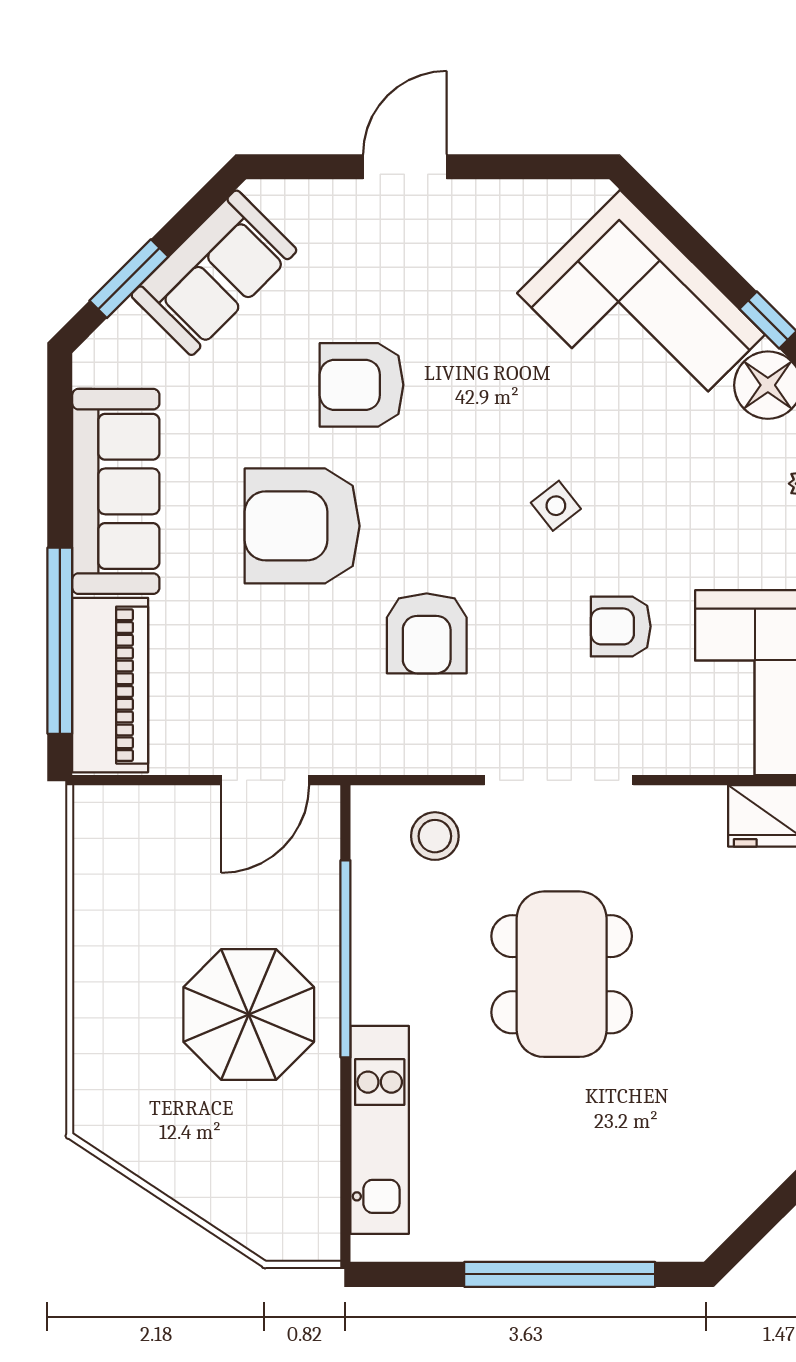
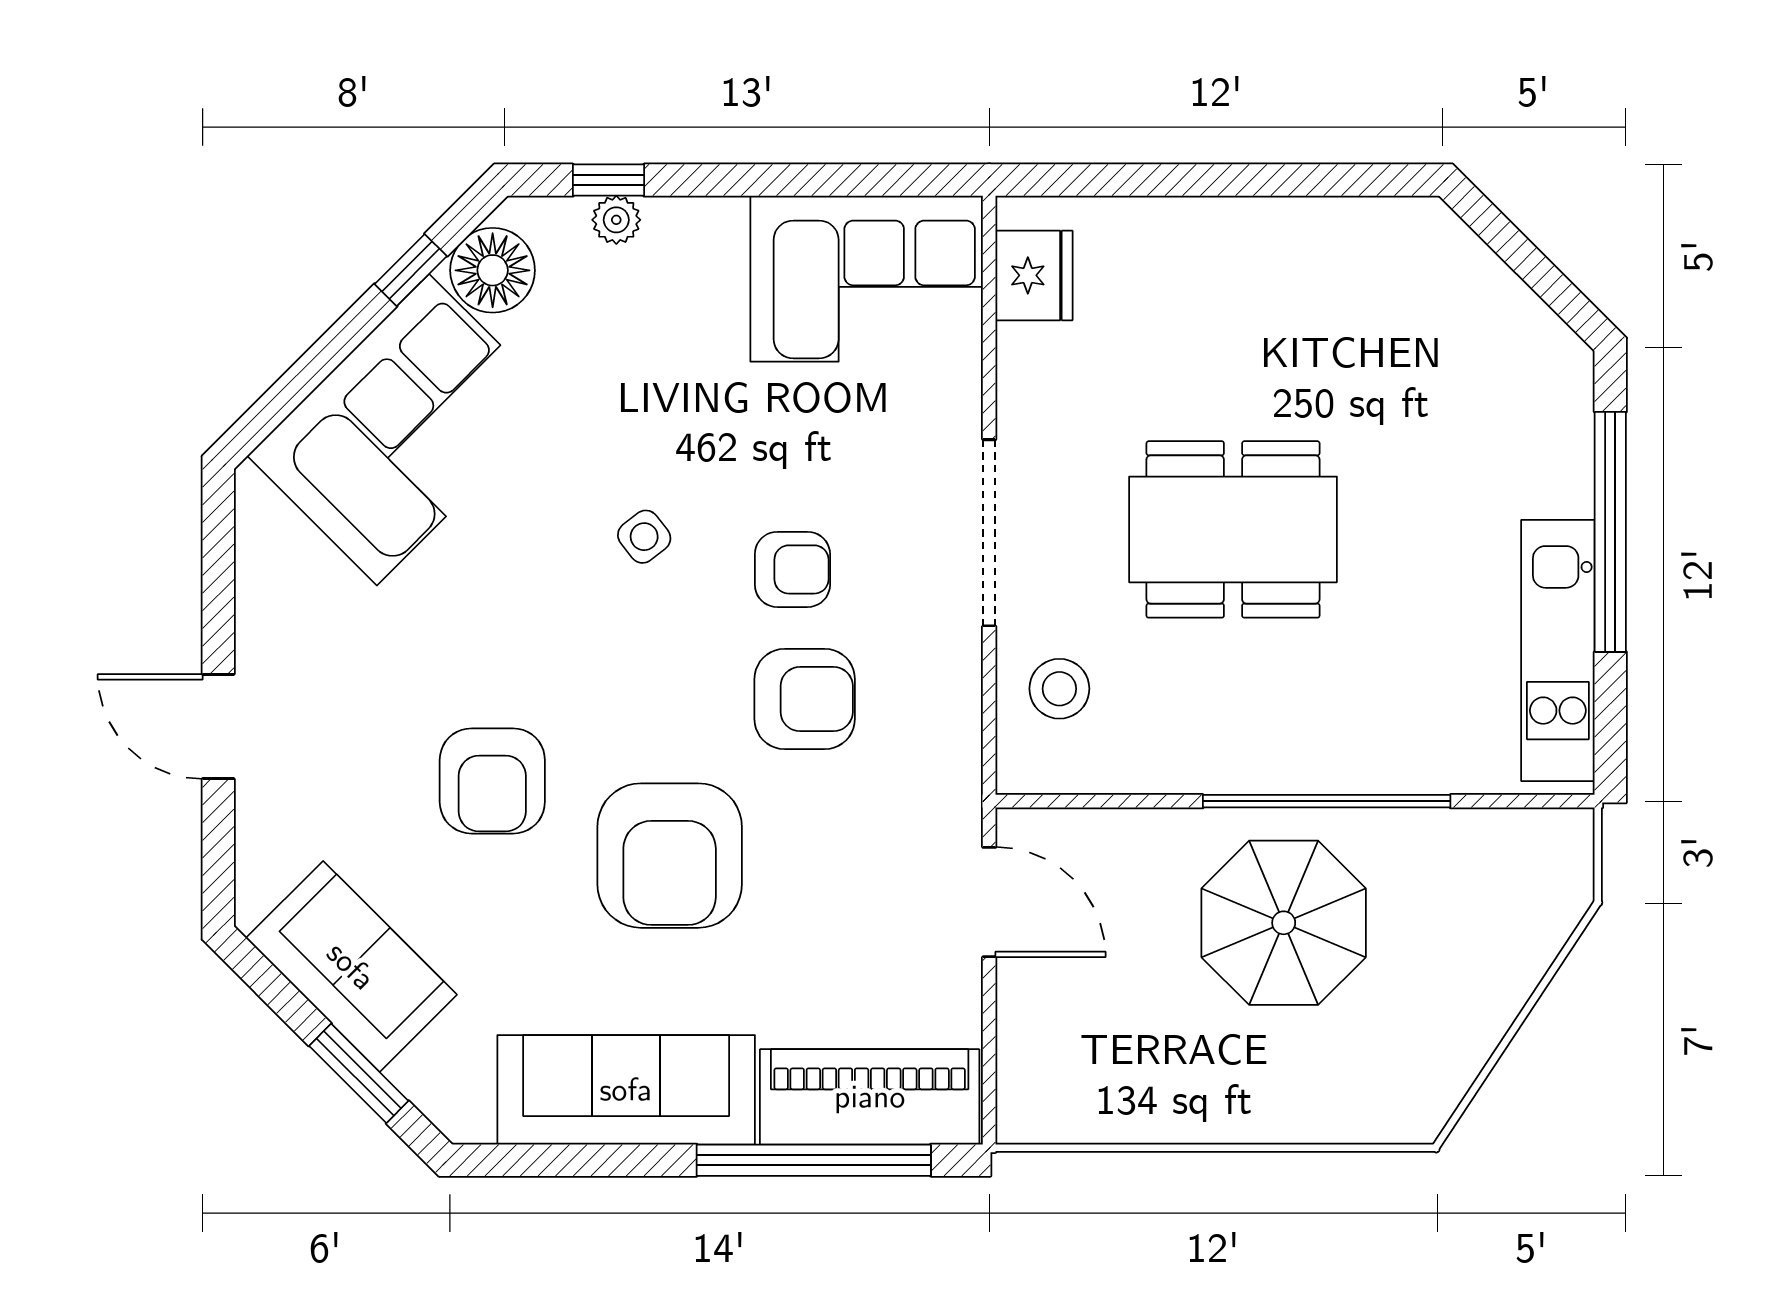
armchair: (621, 626) -> (792, 569), moved, turned -90
window: (345, 959) -> (1327, 801), moved
kitchen unit: (380, 1130) -> (1558, 650), moved, turned -90

